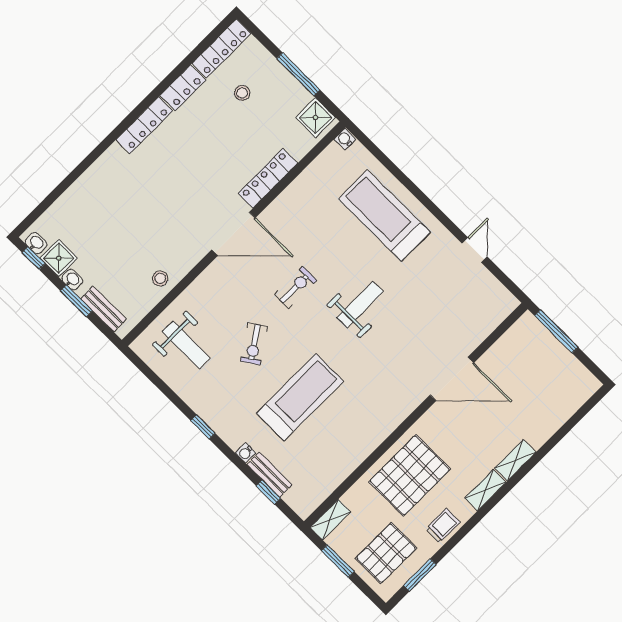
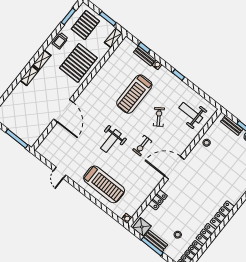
bench: (290, 85) -> (156, 241), added
locker: (268, 178) -> (158, 200), width x0.66
door: (452, 379) -> (64, 111), swing flipped

